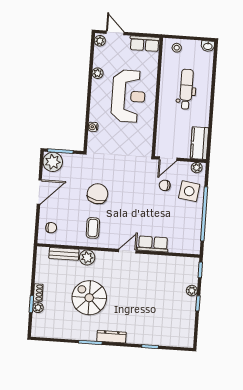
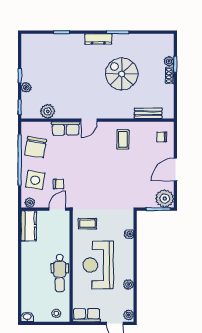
dental chair: (186, 89) -> (60, 273), moved
coffee table: (137, 141) -> (87, 224), added
chair: (98, 194) -> (36, 147), moved
plant: (87, 257) -> (48, 111), moved
spiral stairs: (89, 298) -> (122, 74), turned 180

